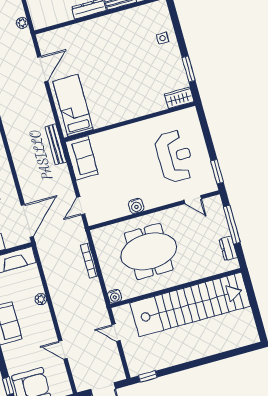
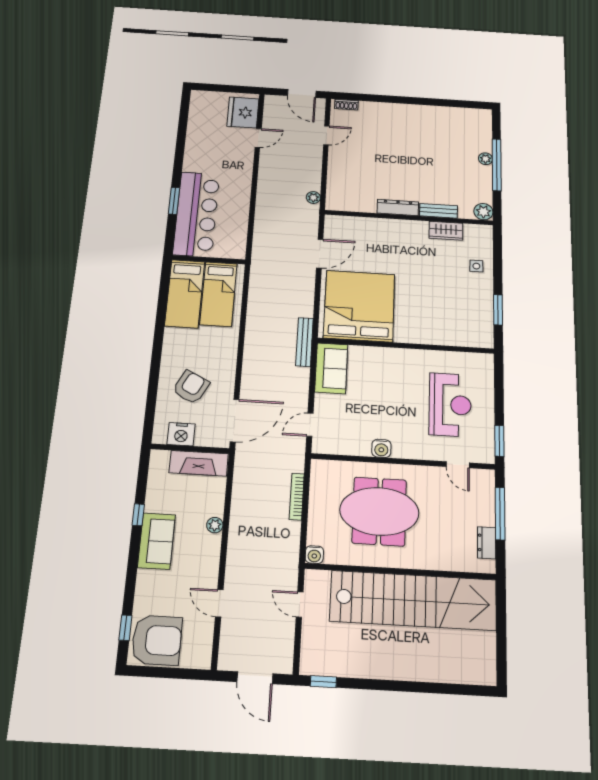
wardrobe: (179, 98) -> (446, 231), moved, turned 180
bed: (73, 105) -> (359, 306), width x2.04

